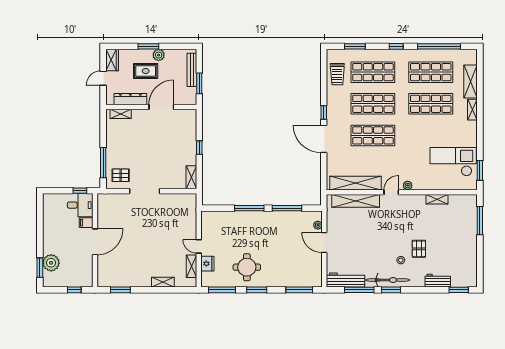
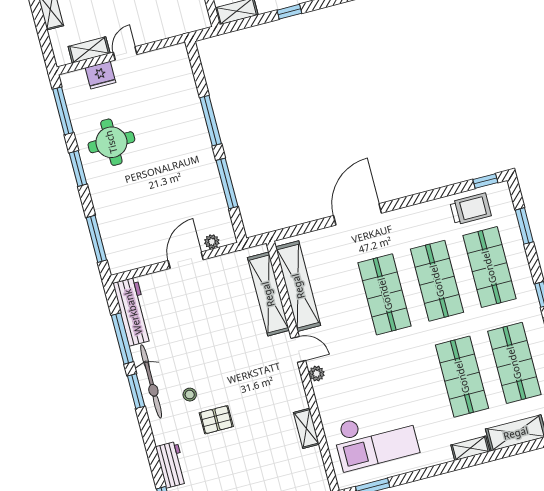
trolley: (337, 74) -> (471, 209), turned 180
window: (324, 113) -> (485, 181), moved
checkout: (453, 162) -> (376, 439), turned 90

